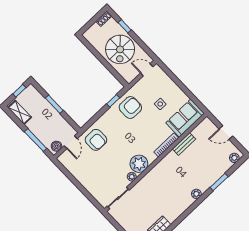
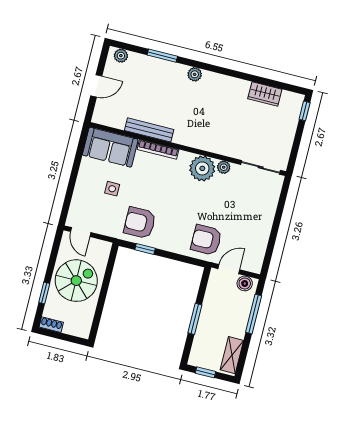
door: (226, 132) -> (96, 86), hinge flipped
armchair: (96, 140) -> (206, 240), turned -90
bench: (184, 144) -> (149, 130), width x1.36

